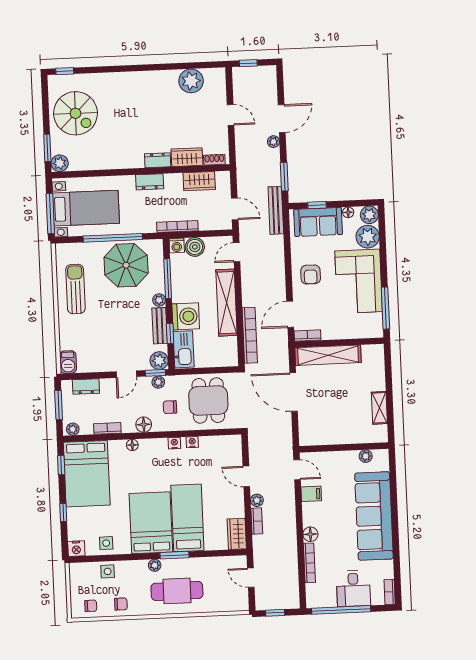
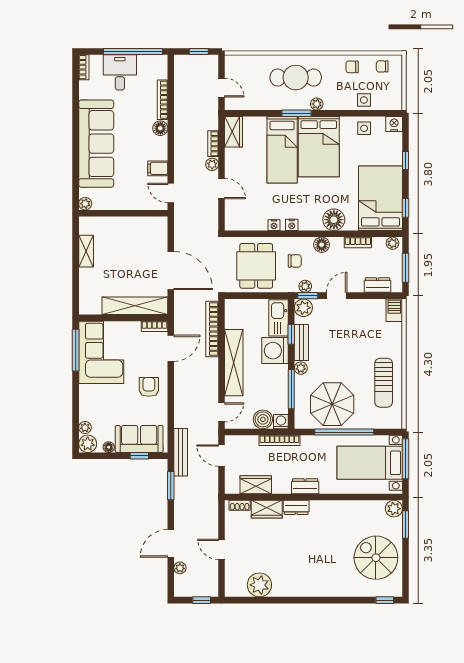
plant: (274, 142) -> (180, 568), moved
plant: (368, 237) -> (85, 428), width x0.53, depth x0.53
corner sofa: (359, 281) -> (101, 352), moved
floor lamp: (132, 445) -> (334, 220), width x1.89, depth x1.89
plant: (366, 456) -> (85, 204), moved

